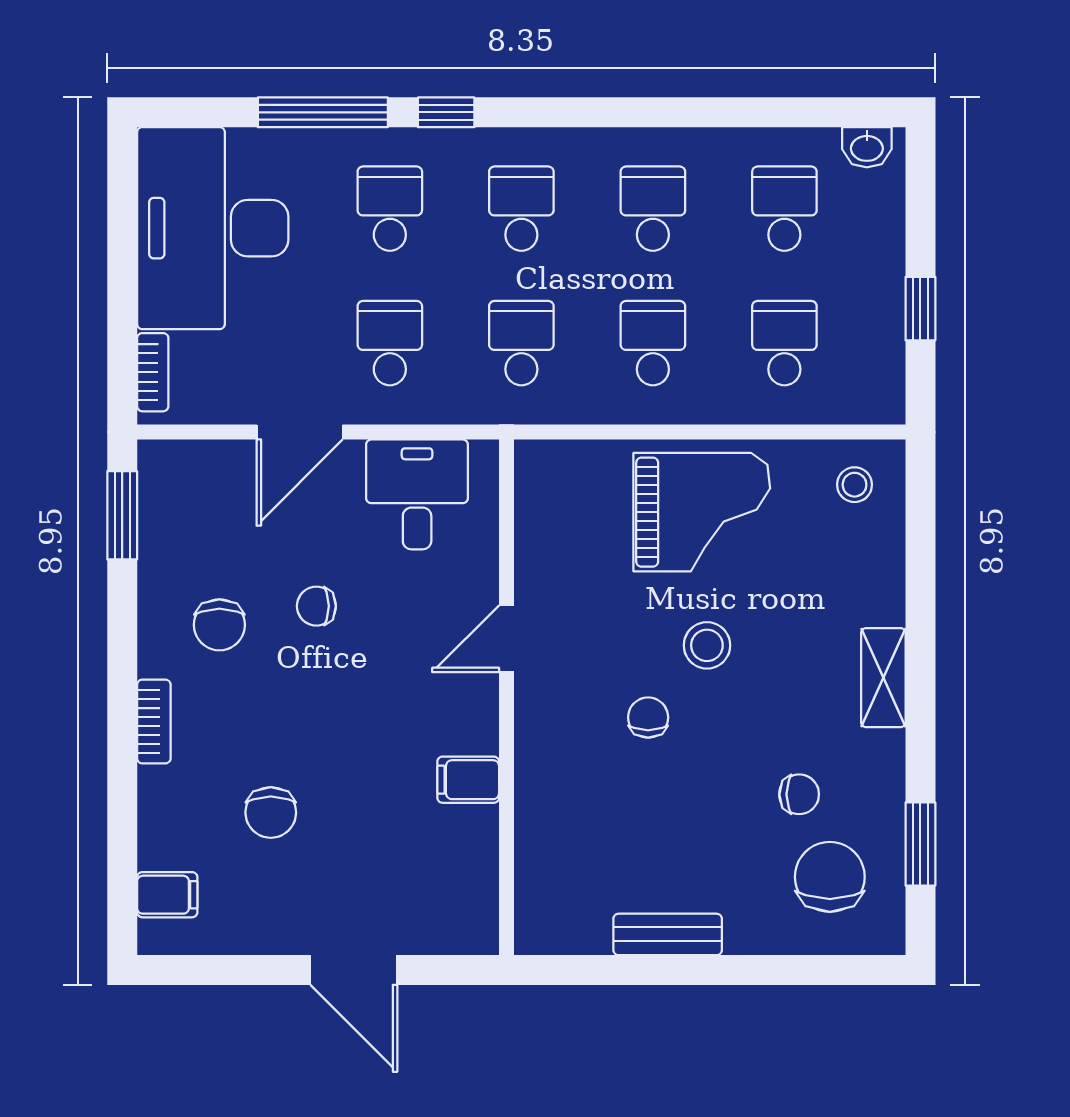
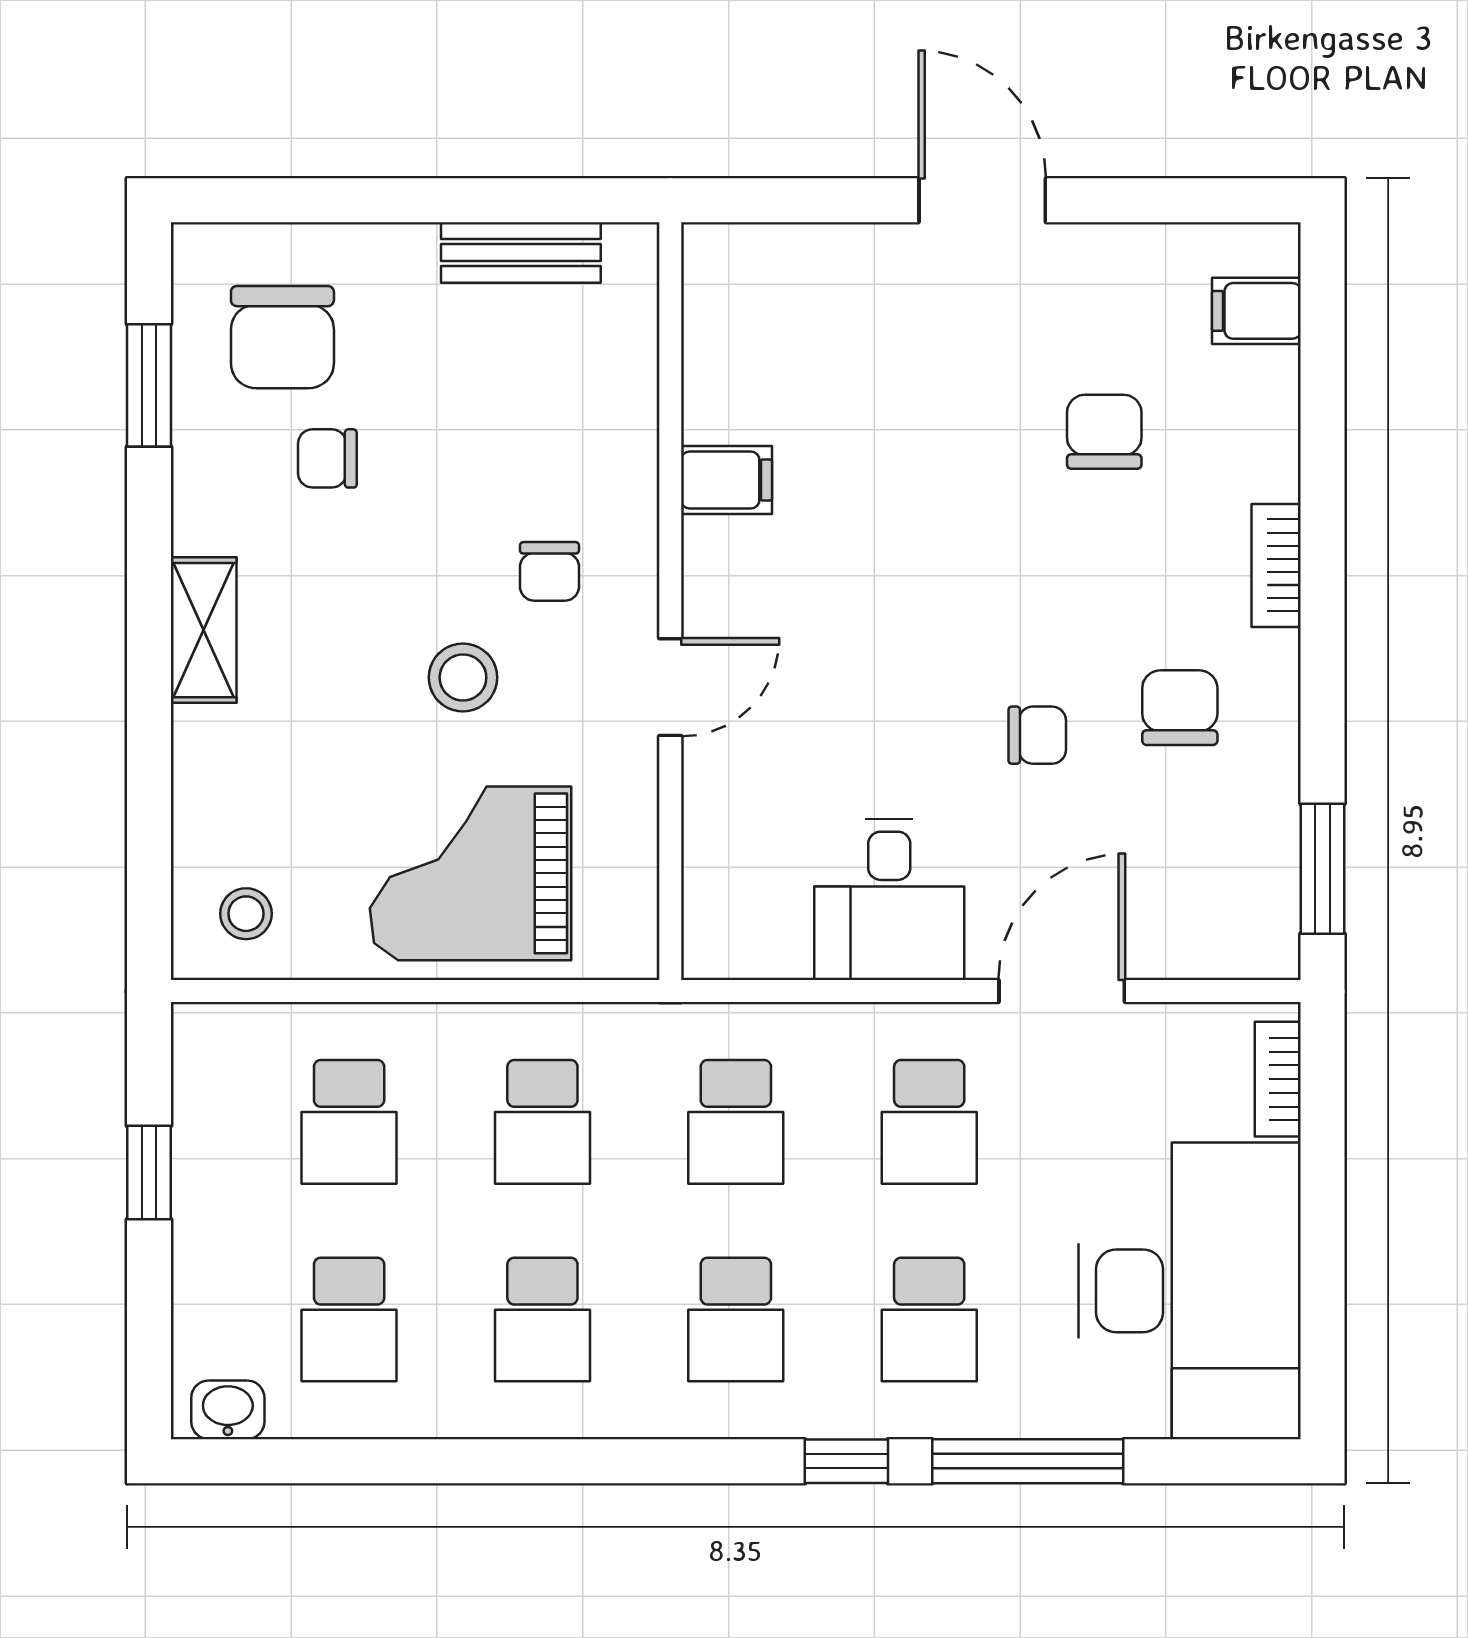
door: (506, 639) -> (670, 687), moved
wall: (506, 697) -> (670, 601), moved
filing cabinet: (468, 780) -> (727, 480), moved

